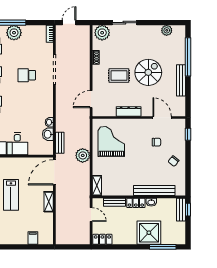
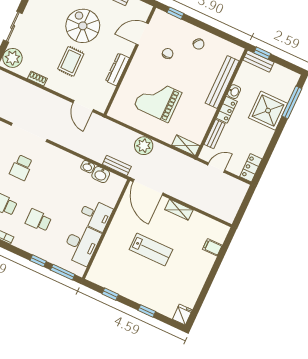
grand piano: (111, 141) -> (158, 100), moved

